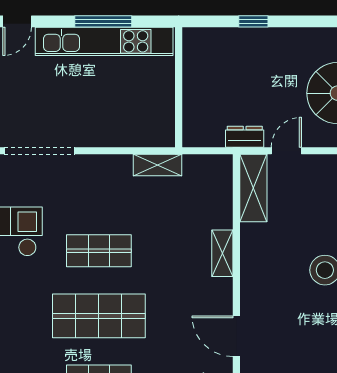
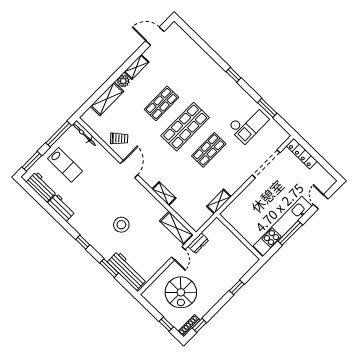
door: (236, 336) -> (129, 169), hinge flipped

